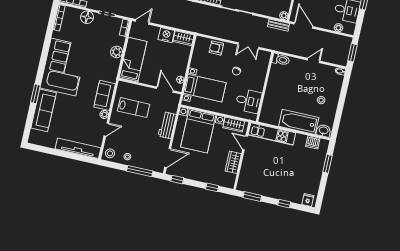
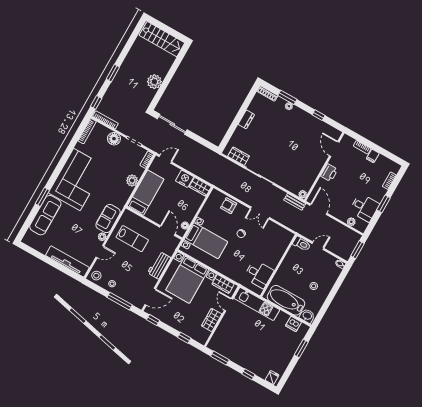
toilet: (281, 59) -> (302, 244), moved
wall: (265, 87) -> (278, 265), moved
desk: (248, 101) -> (259, 274), moved

